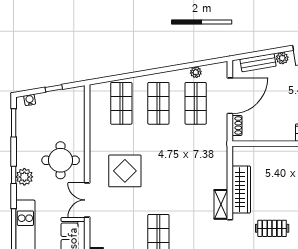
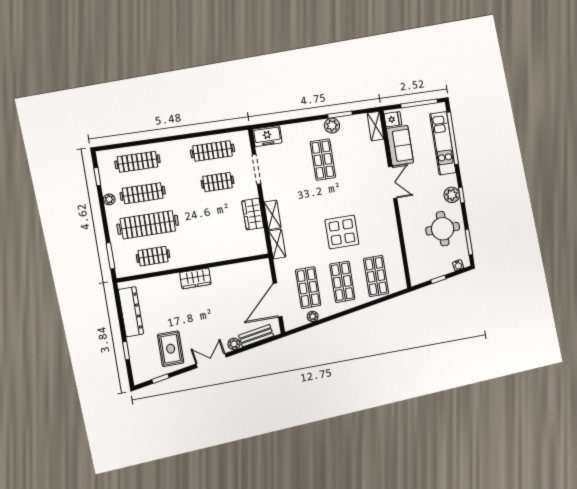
shoe rack: (237, 126) -> (266, 273), removed
shelving: (221, 154) -> (277, 244), added
round table: (61, 160) -> (443, 229), moved
display table: (125, 171) -> (342, 232), moved
wardrobe: (241, 190) -> (253, 214), width x0.67
shelving: (221, 204) -> (272, 215), moved

